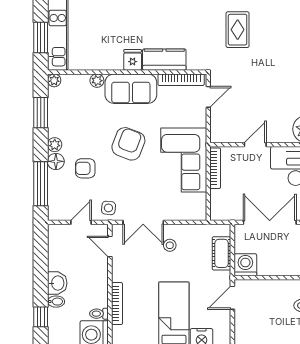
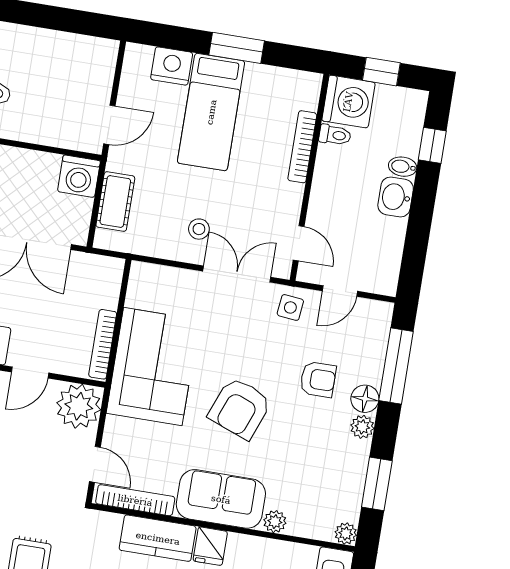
door: (208, 97) -> (95, 464), swing flipped
plant: (223, 130) -> (79, 406), added

